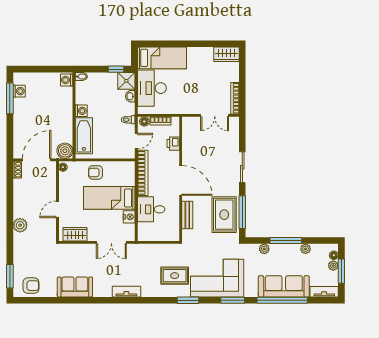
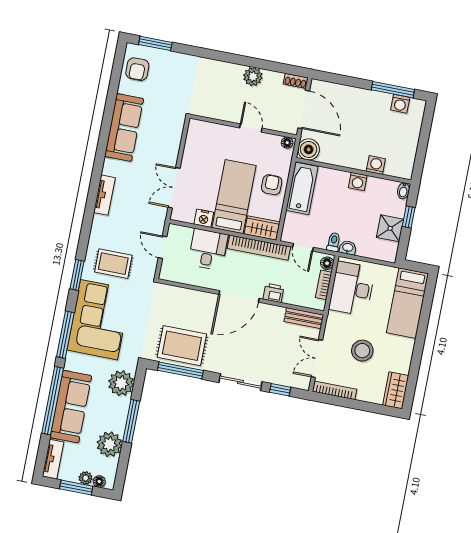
window: (116, 69) -> (409, 217), moved
washing machine: (67, 80) -> (376, 165), moved
shower: (126, 81) -> (390, 228), moved
stool: (202, 84) -> (362, 351), added
desk: (152, 88) -> (352, 289), moved, turned -90
washbasin: (130, 96) -> (348, 248), moved
bathtub: (84, 136) -> (302, 188), moved, turned -90
window: (242, 138) -> (280, 390), added
printer: (173, 144) -> (273, 293), moved
door: (57, 209) -> (251, 128), moved
bench: (187, 215) -> (304, 318), moved
plant: (20, 225) -> (253, 77), moved
wardrobe: (75, 234) -> (262, 228), moved, turned -90
door: (156, 242) -> (162, 247), added
plant: (264, 249) -> (121, 383), width x1.87, depth x1.87
plant: (306, 249) -> (109, 444), width x1.88, depth x1.88
rug: (175, 276) -> (113, 264), turned 90
sofa: (75, 287) -> (124, 127), width x1.36
window: (233, 300) -> (65, 335), width x1.44

